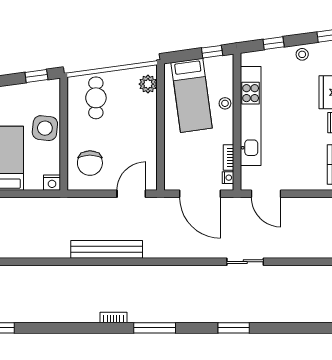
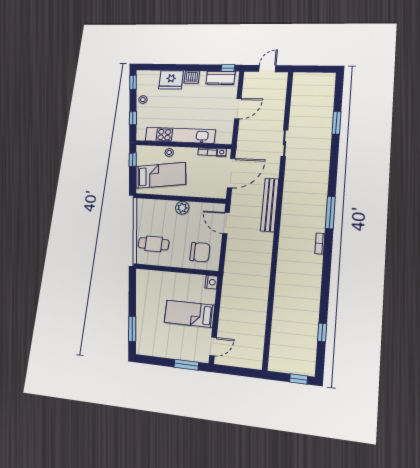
window: (36, 76) -> (132, 287), removed
plant: (148, 84) -> (182, 208), moved
side table: (45, 128) -> (170, 284), removed
door: (266, 194) -> (238, 109), moved
bench: (107, 249) -> (270, 205), moved
window: (234, 328) -> (336, 123), moved

